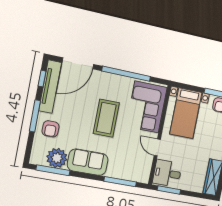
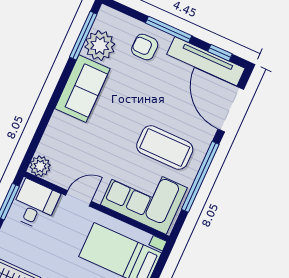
coffee table: (106, 118) -> (165, 148), moved
plant: (143, 176) -> (40, 166), added
window: (120, 182) -> (41, 130), removed

